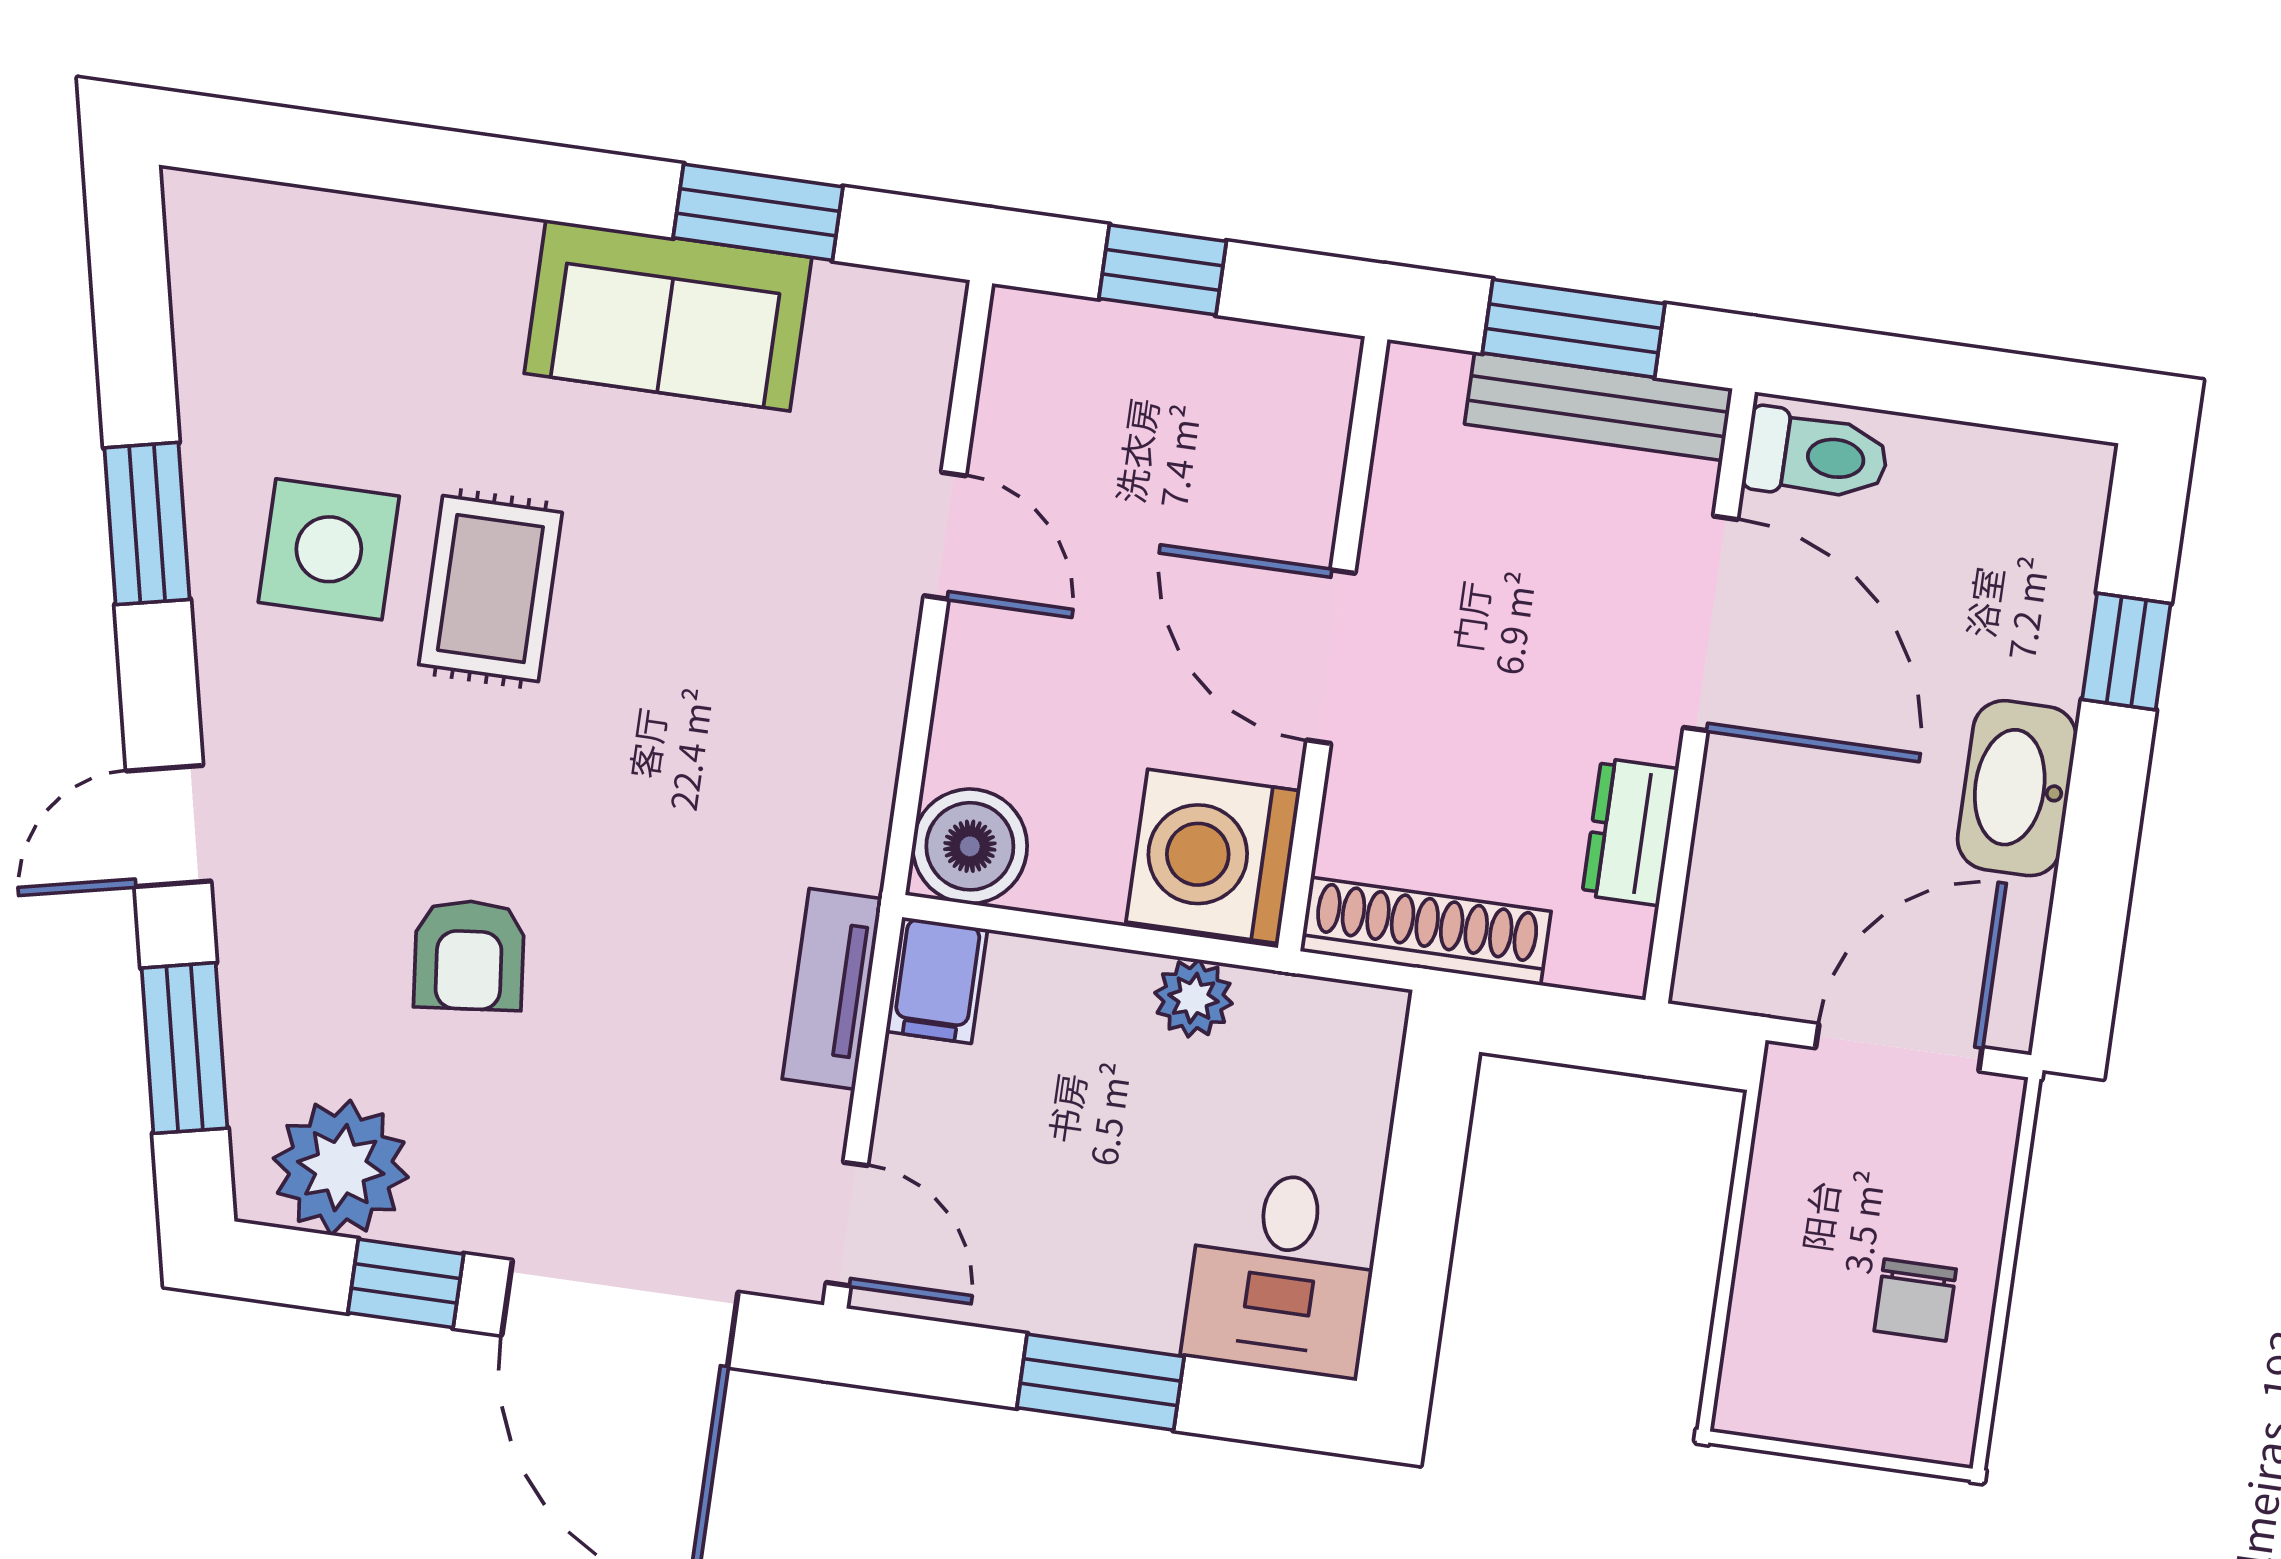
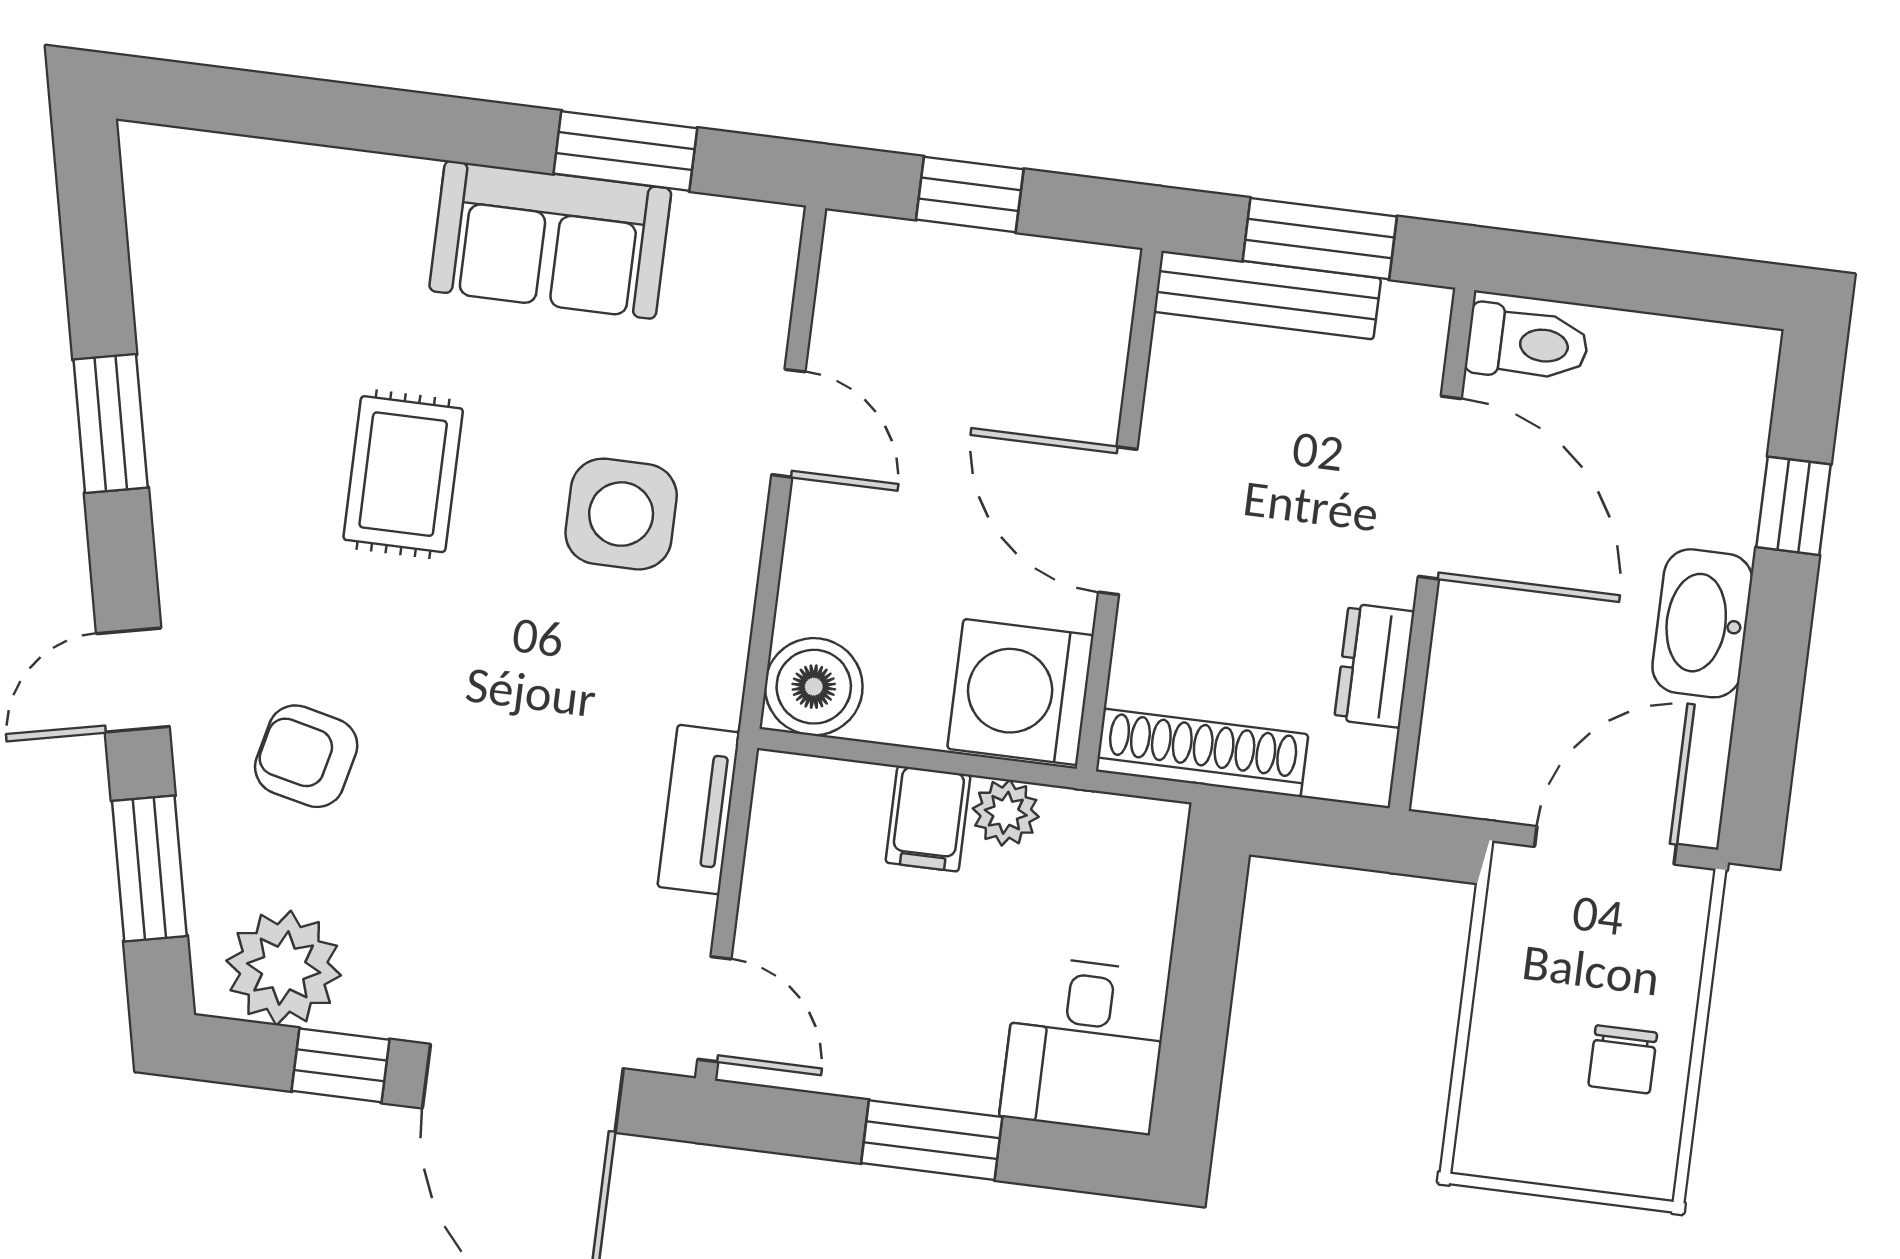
bench: (1599, 406) -> (1267, 295), moved
side table: (329, 549) -> (621, 514), moved
armchair: (469, 955) -> (306, 756), moved, turned 109
filing cabinet: (937, 980) -> (928, 819), moved

